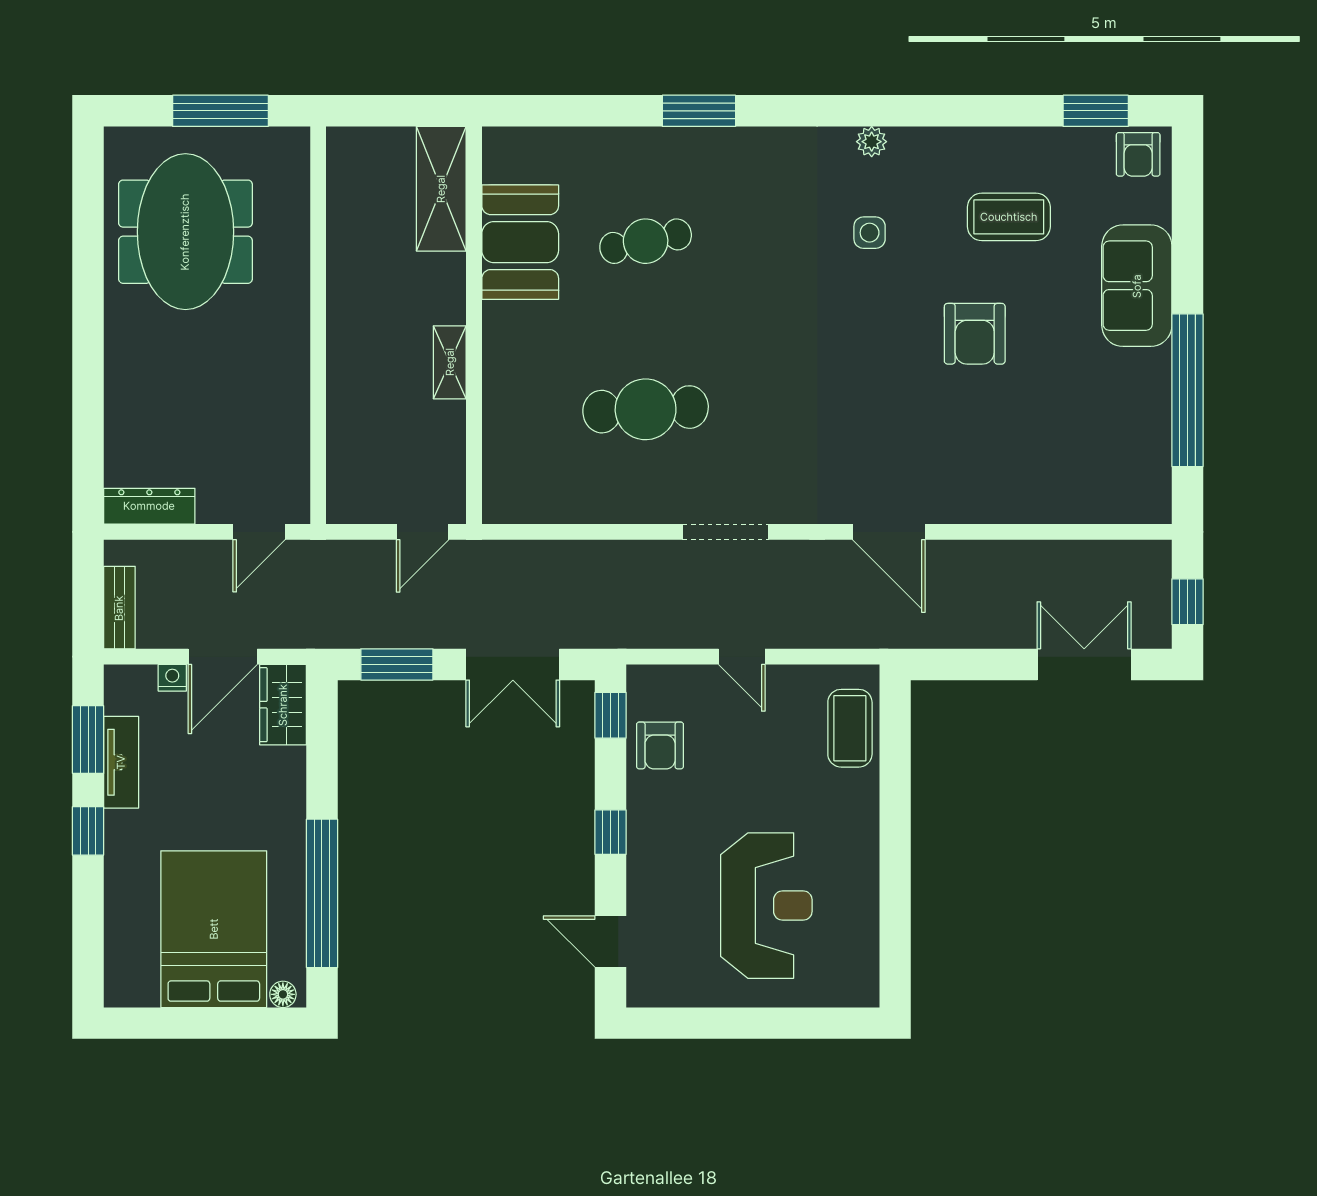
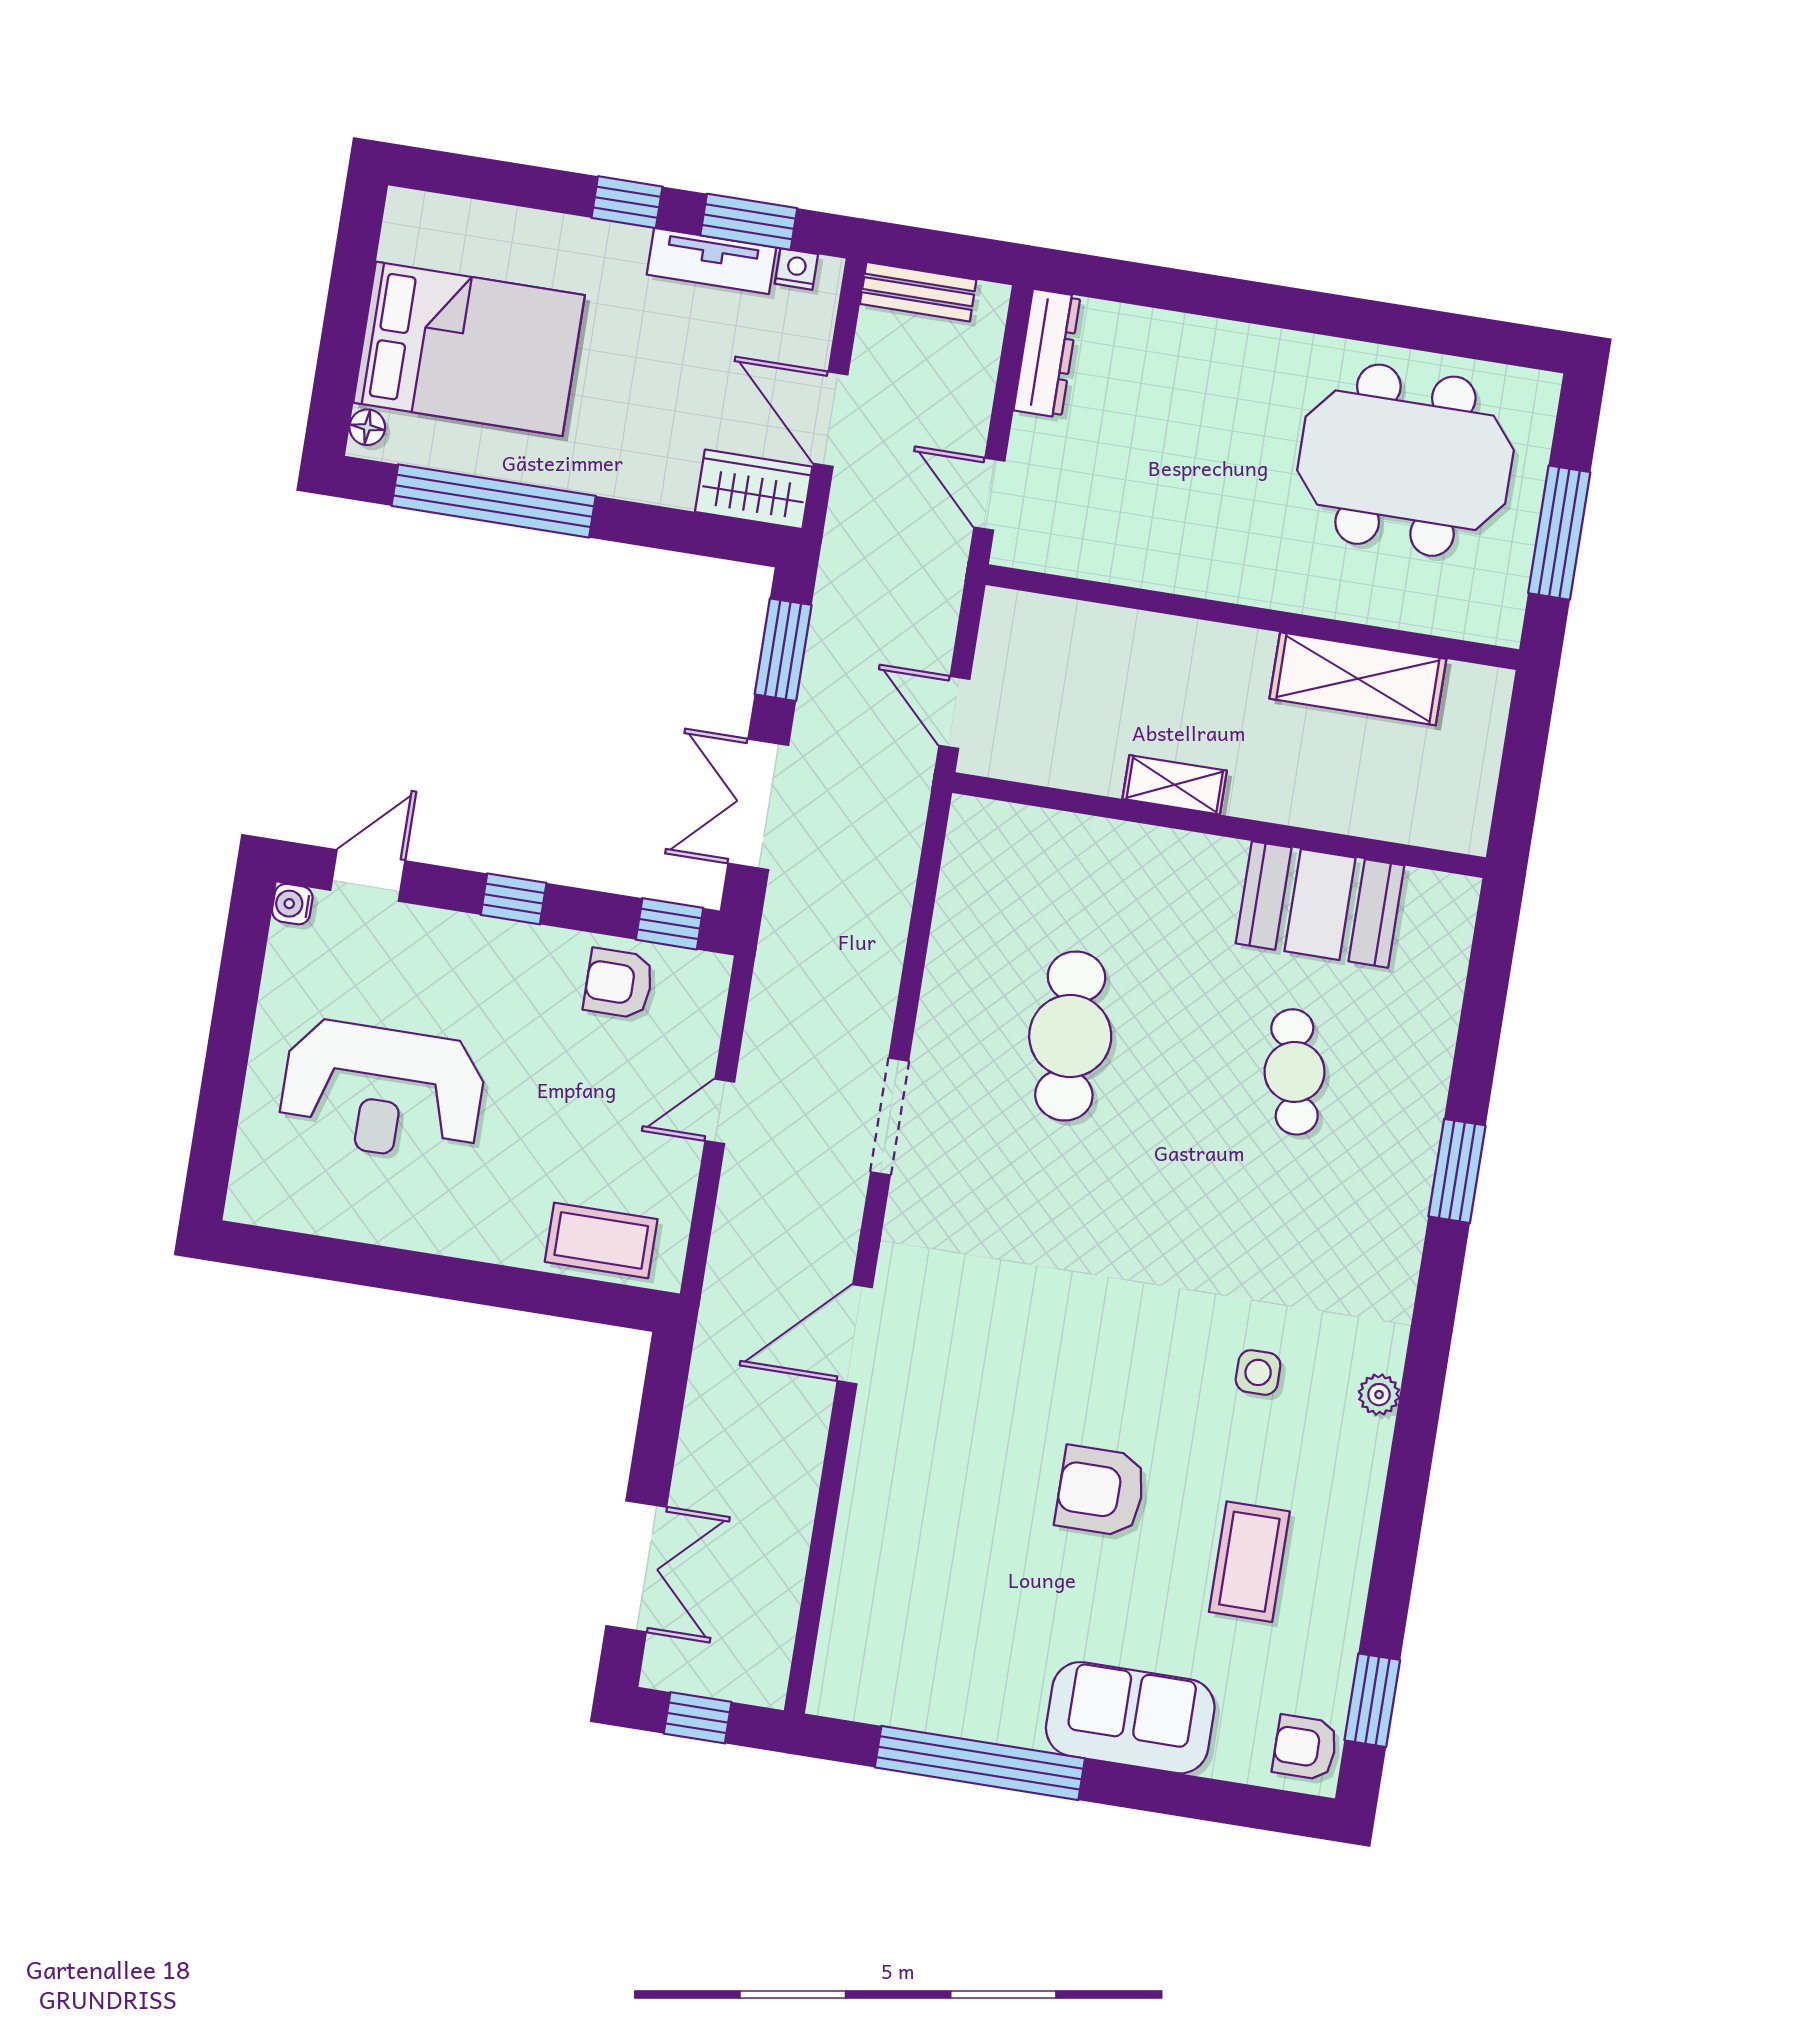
shelving: (441, 189) -> (1358, 679), moved
nightstand: (172, 678) -> (796, 269), moved, turned -90
water cooler: (640, 993) -> (292, 904), added

